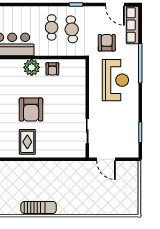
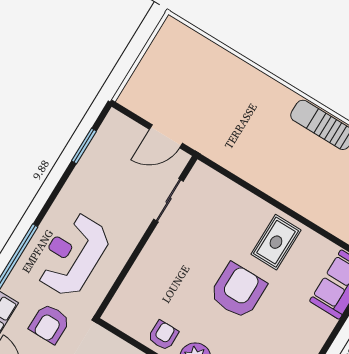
door: (106, 159) -> (166, 136), swing flipped

